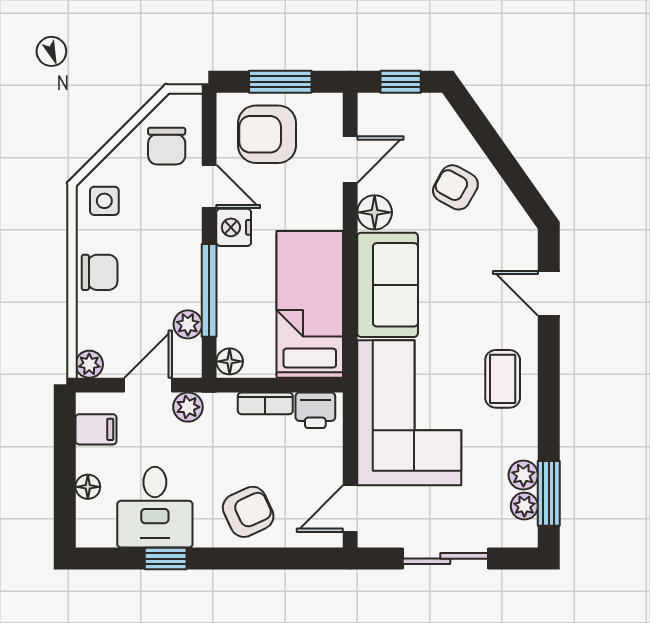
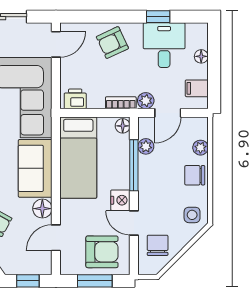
plant: (89, 364) -> (200, 148), moved
bookcase: (265, 403) -> (121, 103), moved

